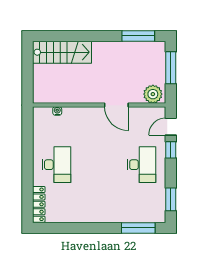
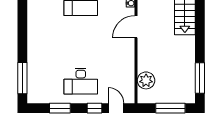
plant: (153, 94) -> (146, 80), moved
door: (116, 105) -> (136, 27), moved
window: (171, 199) -> (60, 108), moved

